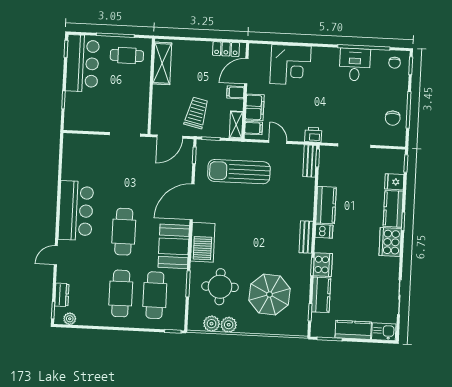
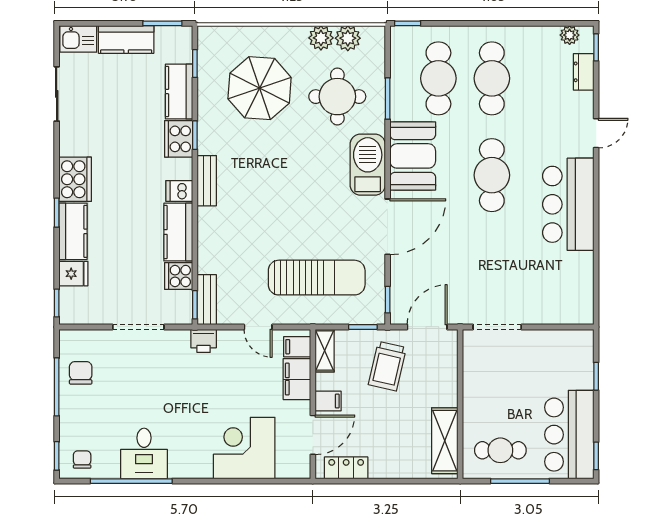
cooker: (327, 177) -> (179, 276), added

